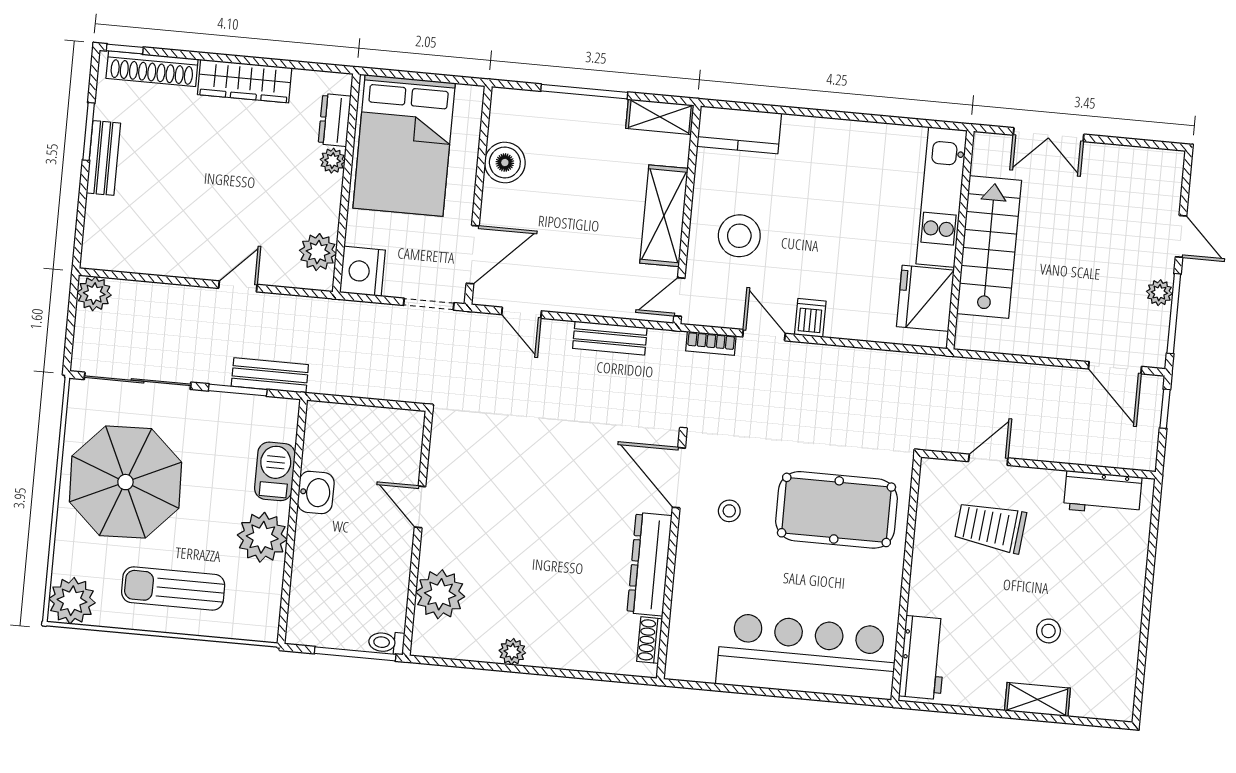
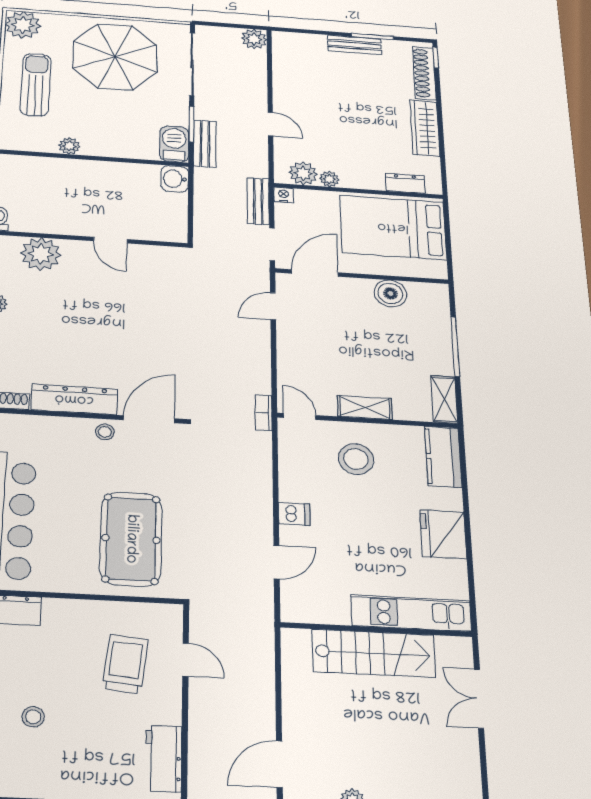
plant: (333, 161) -> (329, 179), moved
shelving: (664, 216) -> (365, 407), width x0.67, depth x0.75
door: (473, 255) -> (315, 273), swing flipped
nightstand: (362, 271) -> (284, 195), width x0.53, depth x0.56
fridge: (925, 298) -> (443, 534), moved, turned -90
door: (764, 335) -> (277, 562), moved
bench: (610, 338) -> (258, 201), moved
bookcase: (711, 343) -> (264, 413), moved
barbecue: (275, 471) -> (174, 144), moved, turned -90
washbasin: (316, 492) -> (175, 179), moved, turned 90
door: (420, 507) -> (110, 240), swing flipped
stool: (729, 511) -> (105, 432), moved
plant: (262, 537) -> (69, 146), width x0.53, depth x0.53

